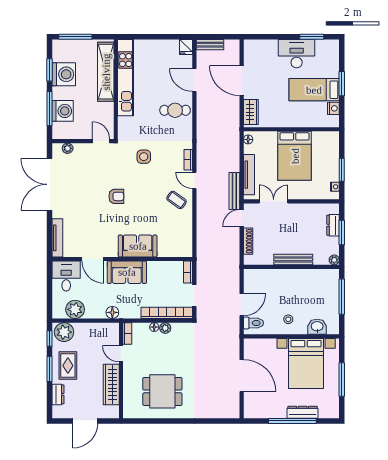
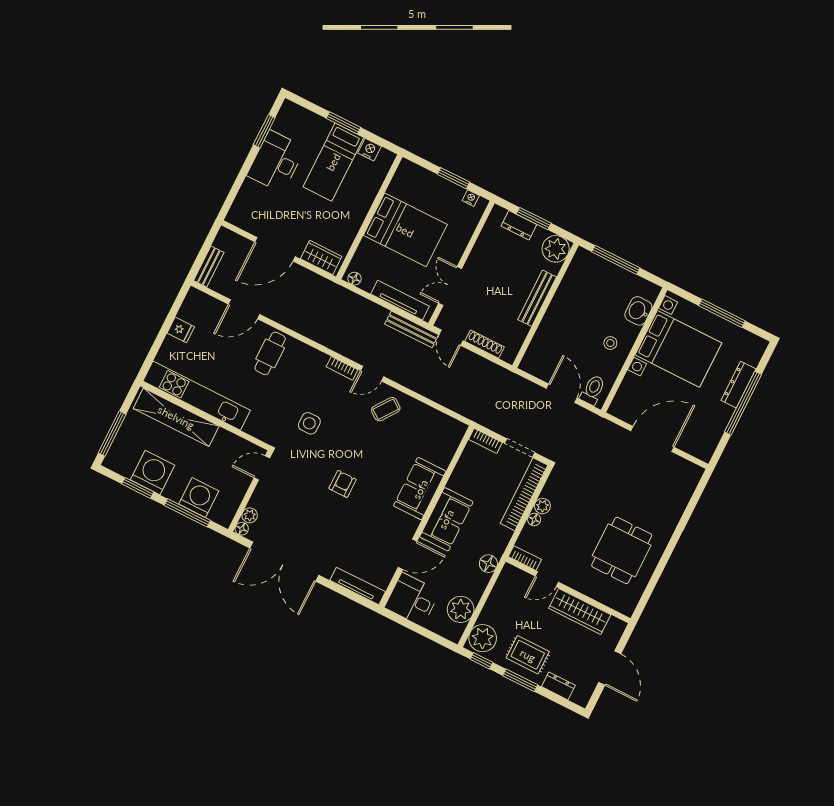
fridge: (186, 47) -> (181, 330), moved
floor lamp: (57, 148) -> (242, 529), added
plant: (334, 260) -> (556, 249), width x1.88, depth x1.88

